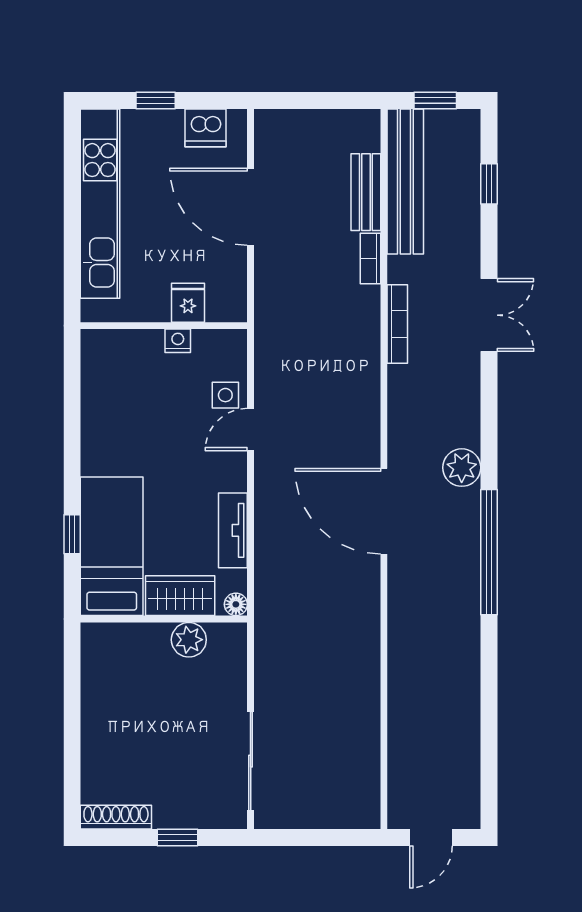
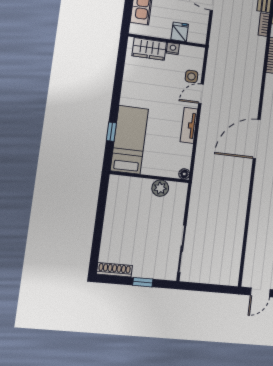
door: (384, 511) -> (257, 139), hinge flipped
tv unit: (233, 530) -> (189, 125), moved
wardrobe: (180, 596) -> (149, 49), moved, turned 180

